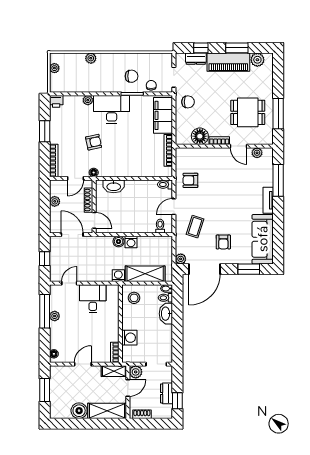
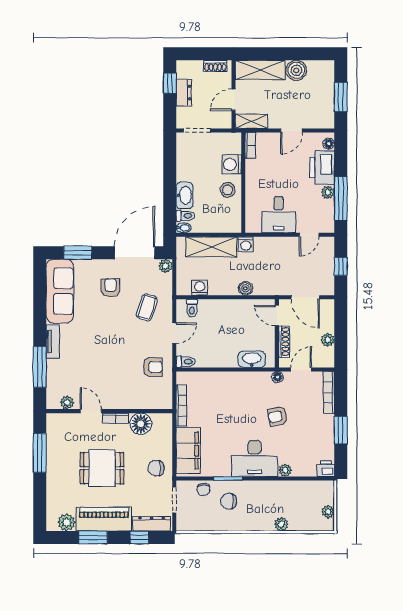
dresser: (196, 59) -> (152, 524), width x1.44
dining table: (248, 112) -> (102, 468), moved
washing machine: (131, 242) -> (200, 288), moved
stool: (134, 298) -> (228, 190), moved
printer: (59, 335) -> (322, 168), added
plant: (136, 372) -> (223, 120), removed

